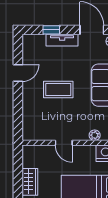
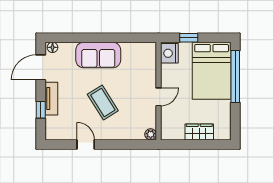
coffee table: (58, 89) -> (103, 102), turned -32
plant: (95, 135) -> (151, 134), moved

